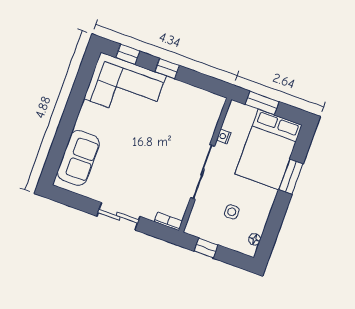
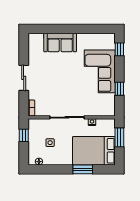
window: (167, 69) -> (119, 89), moved
corner sofa: (125, 87) -> (100, 71), moved
sofa: (78, 158) -> (60, 43), moved

